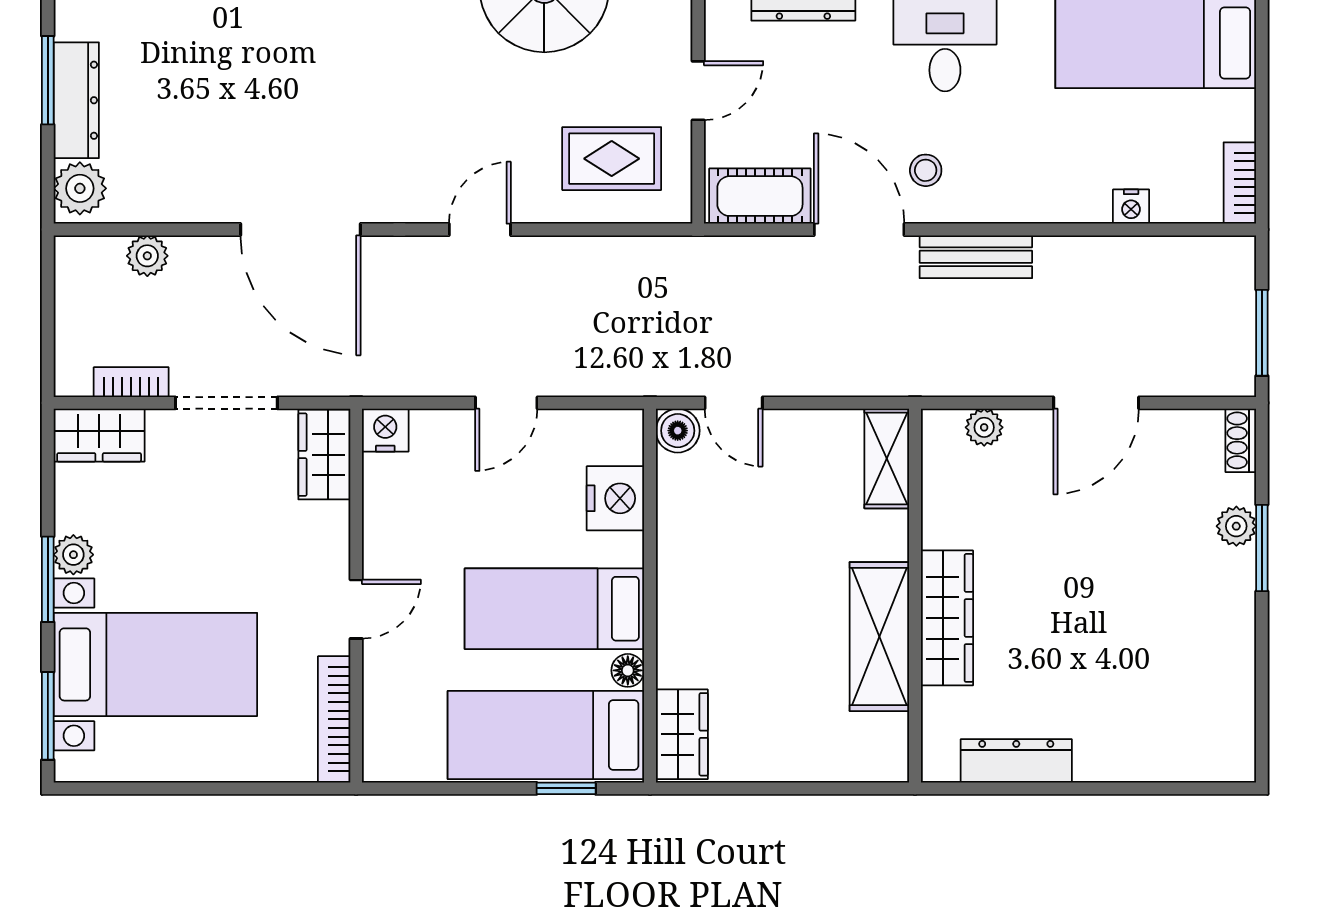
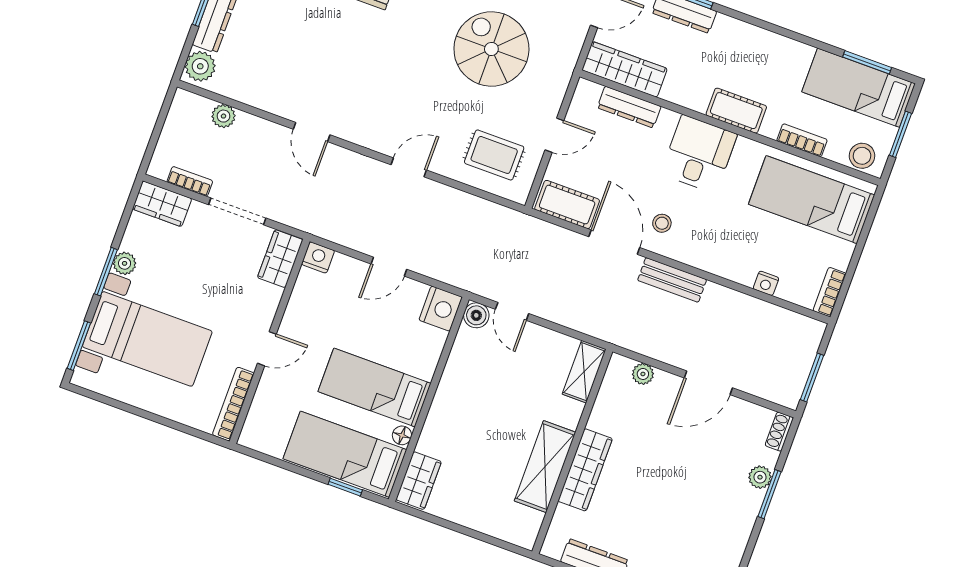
door: (301, 229) -> (312, 132), width x0.53
nightstand: (615, 498) -> (441, 309), moved

